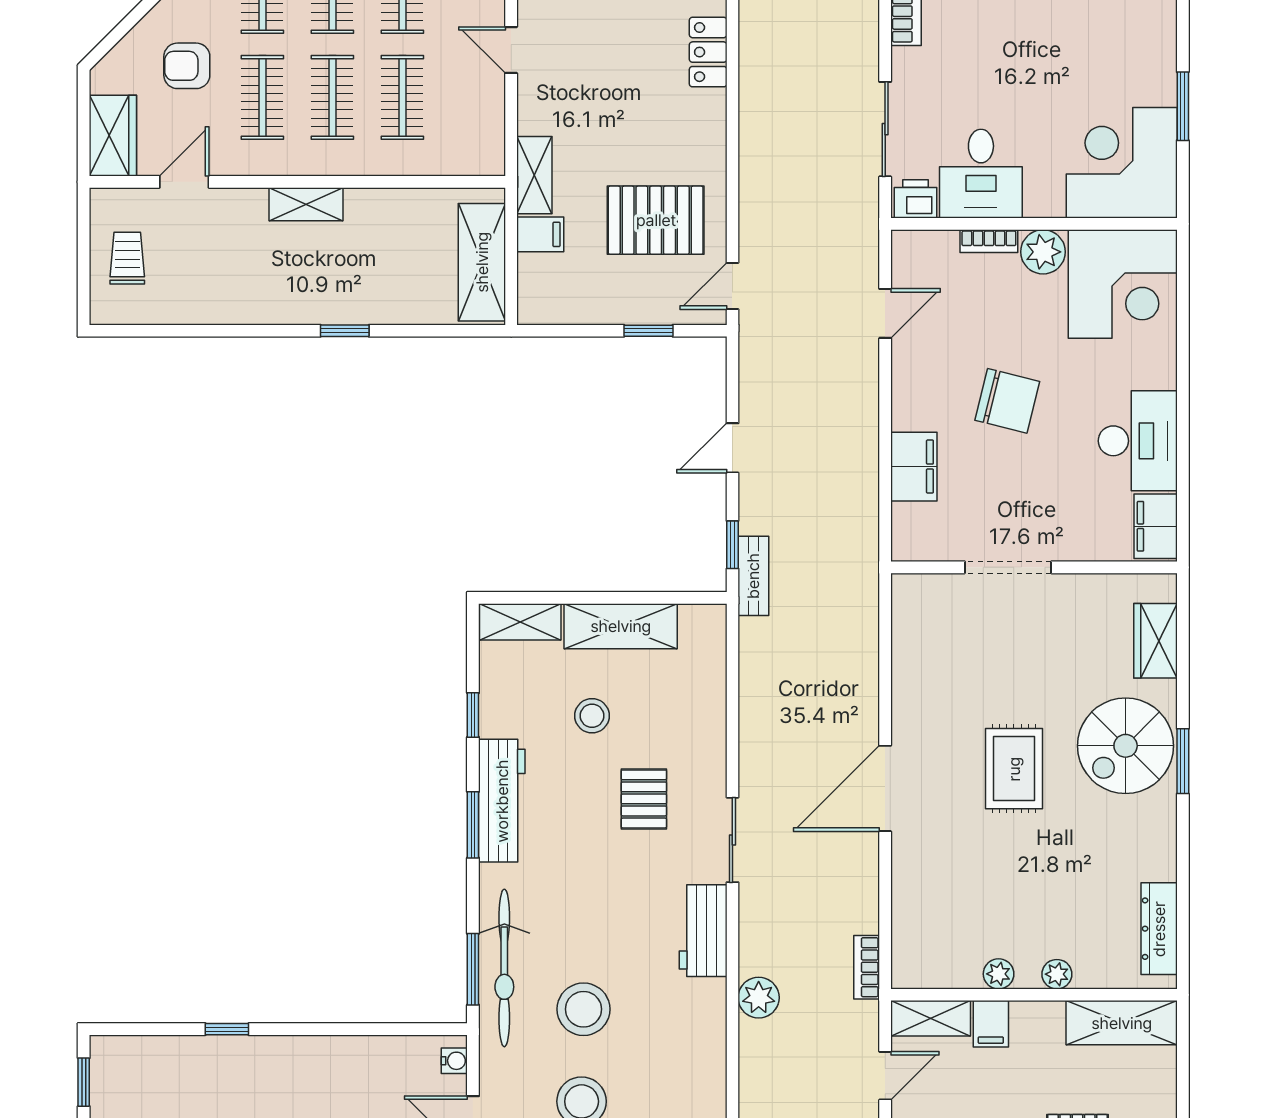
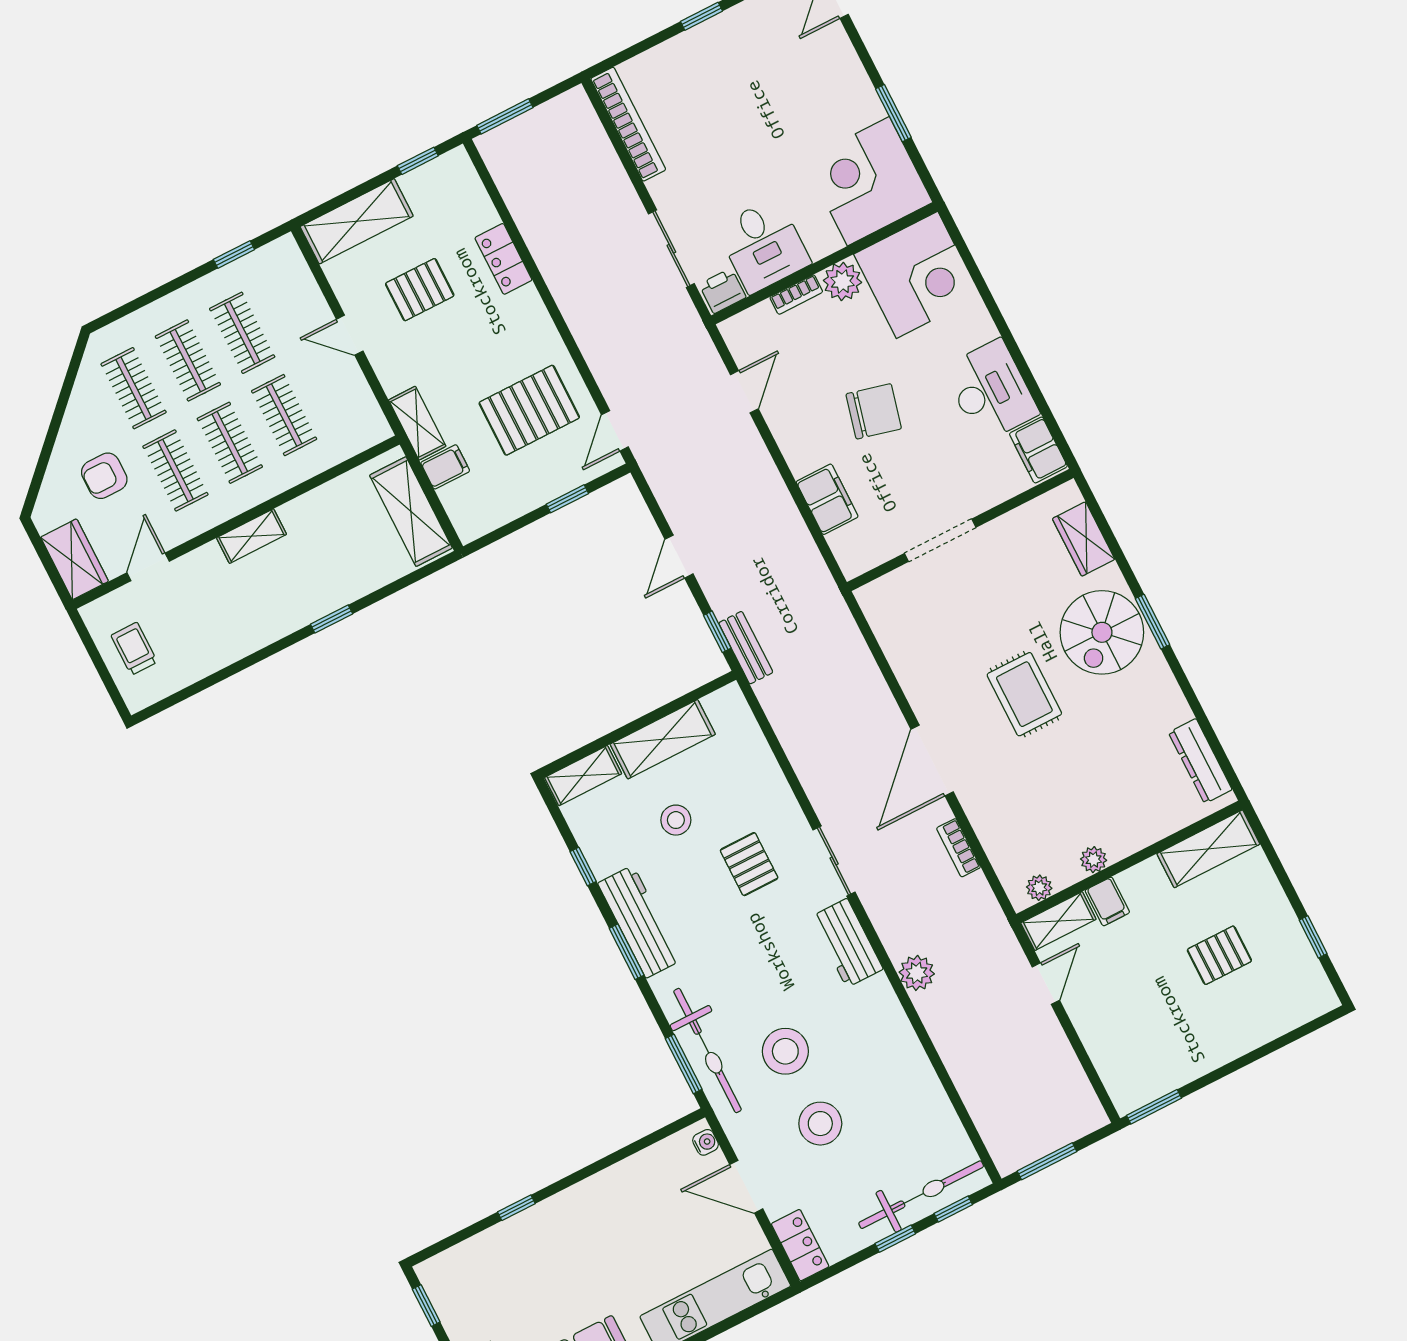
pallet: (606, 40) -> (420, 290), added
bookcase: (867, 967) -> (959, 848), moved
plant: (1057, 974) -> (1039, 888), moved

